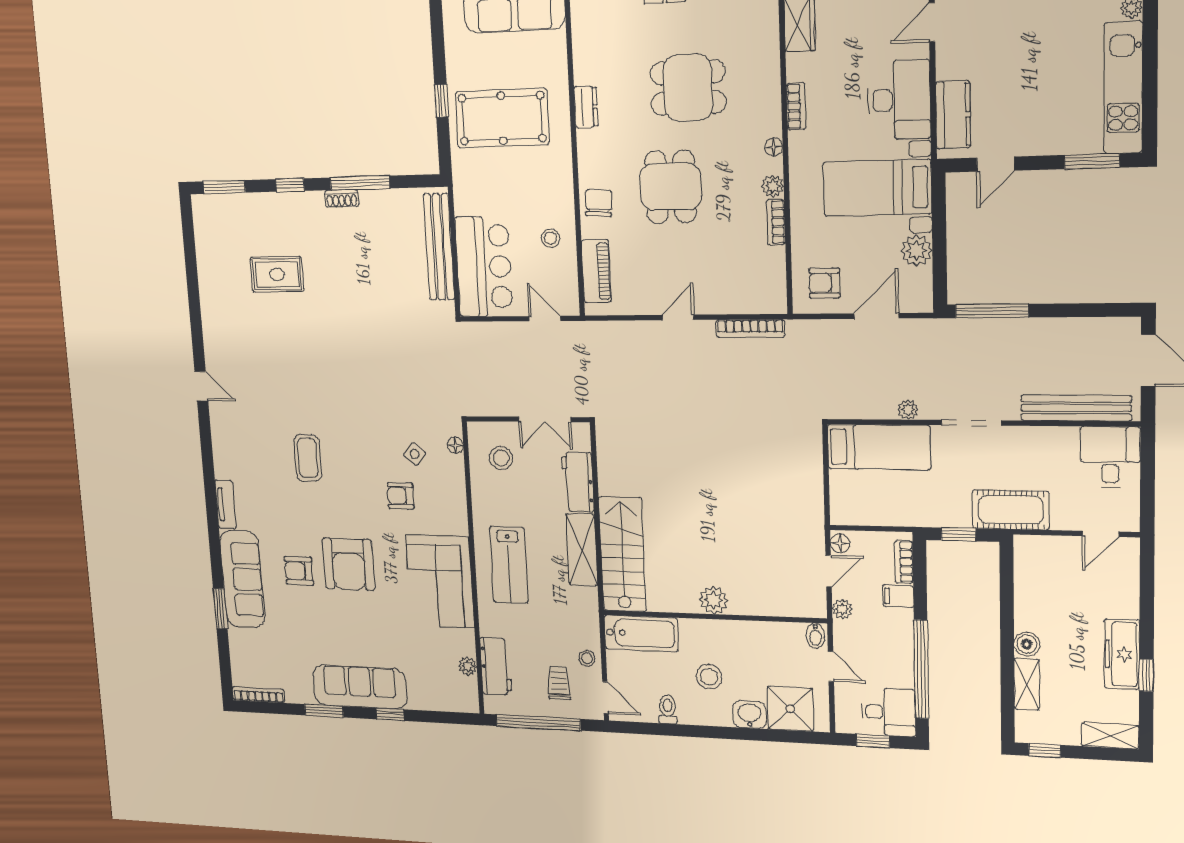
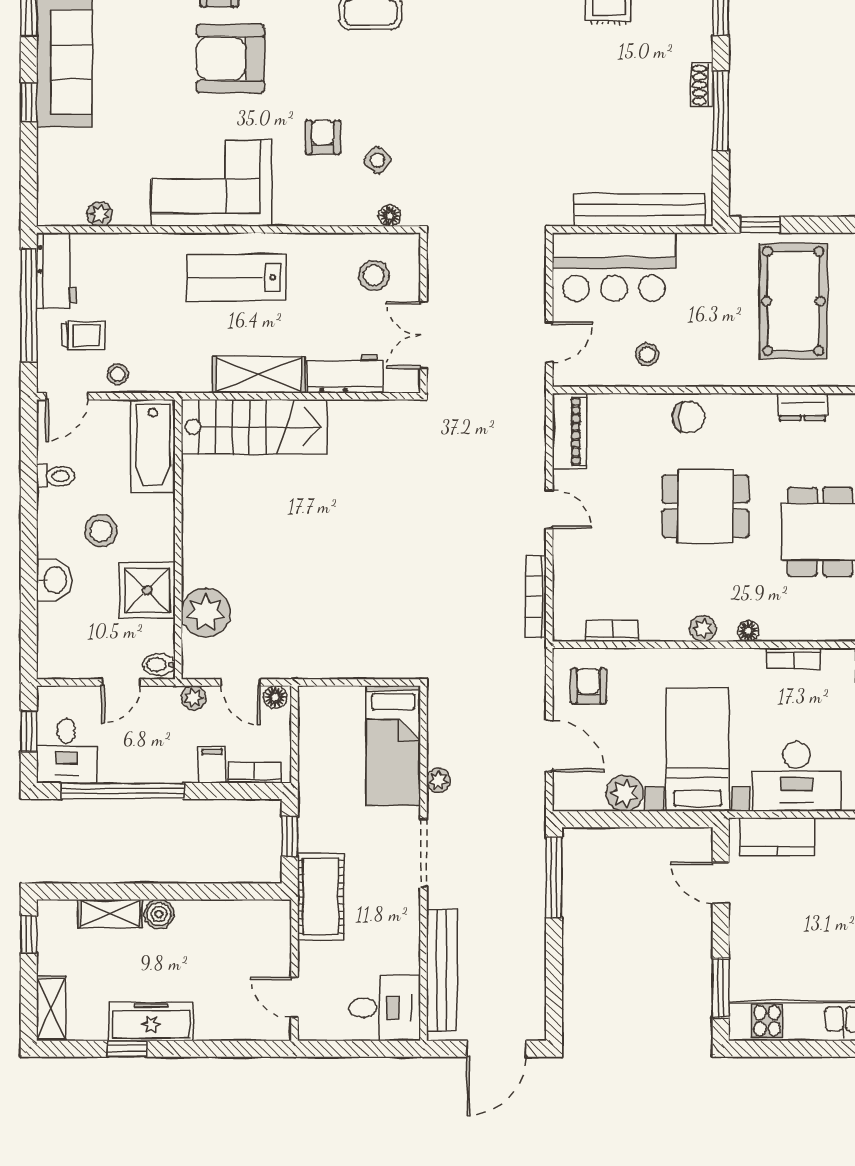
window: (441, 101) -> (760, 225), moved
bookcase: (776, 222) -> (612, 631), moved
piano: (596, 271) -> (569, 431), moved, turned -90
plant: (714, 600) -> (206, 613), moved, width x1.36, depth x1.36
workbench: (496, 666) -> (56, 271), moved, turned -90
shower: (790, 709) -> (147, 590), moved

